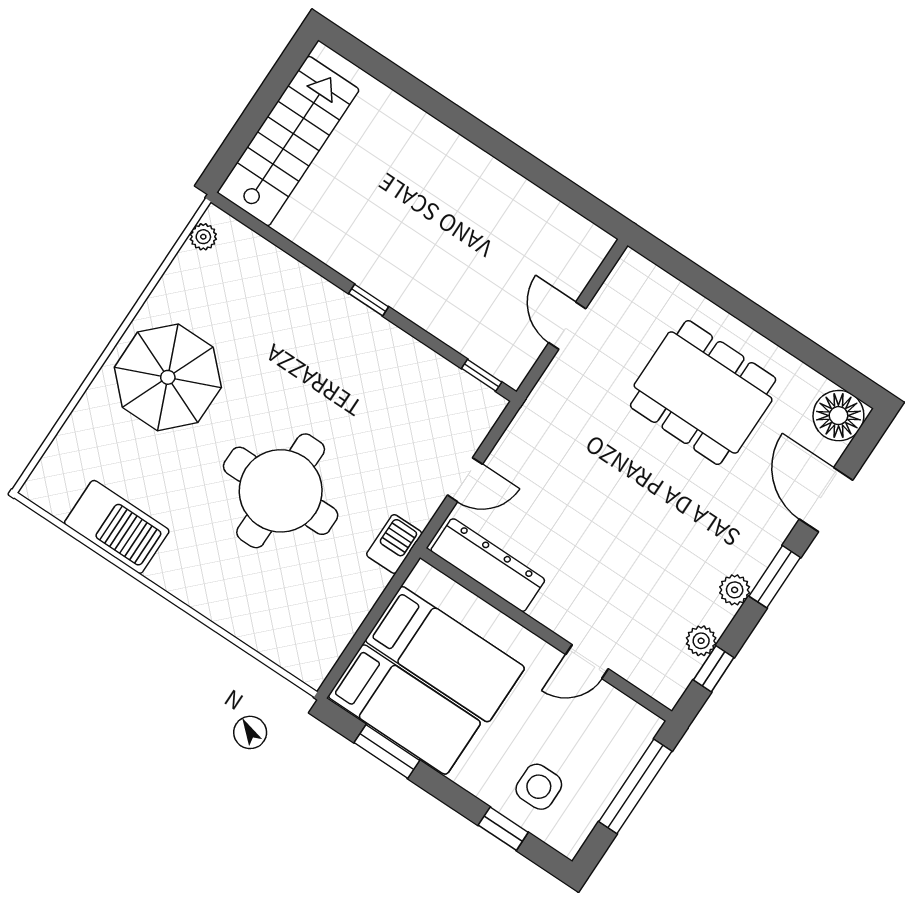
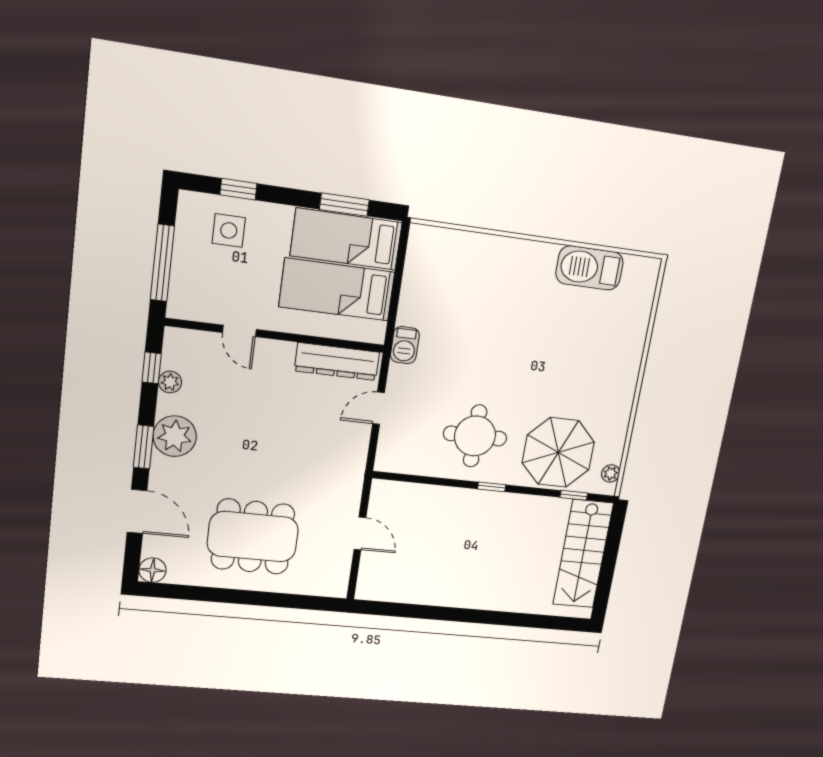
window: (482, 375) -> (574, 495), moved
parasol: (168, 377) -> (558, 452), moved
floor lamp: (838, 416) -> (153, 570), width x0.73, depth x0.73
round table: (281, 491) -> (475, 436), moved, width x0.73, depth x0.73
plant: (735, 590) -> (175, 436), width x1.87, depth x1.87
door: (587, 662) -> (239, 331), swing flipped

